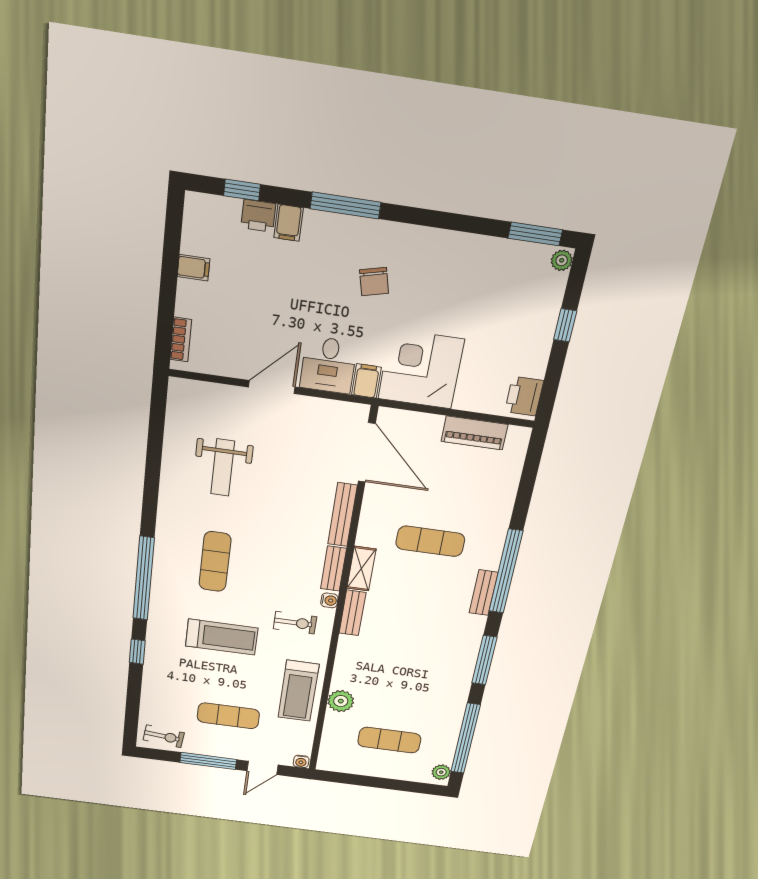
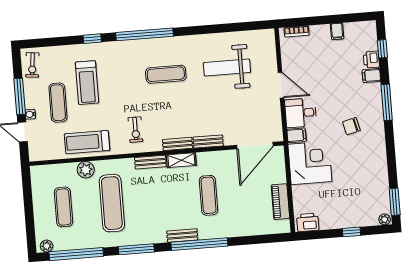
weight bench: (223, 468) -> (227, 68), width x1.36, depth x1.33
bench: (342, 515) -> (208, 142), width x0.73
water cooler: (329, 600) -> (156, 146), removed
treadmill: (222, 637) -> (87, 83), moved
exercise mat: (402, 678) -> (112, 203), added
water cooler: (301, 761) -> (30, 114), moved

